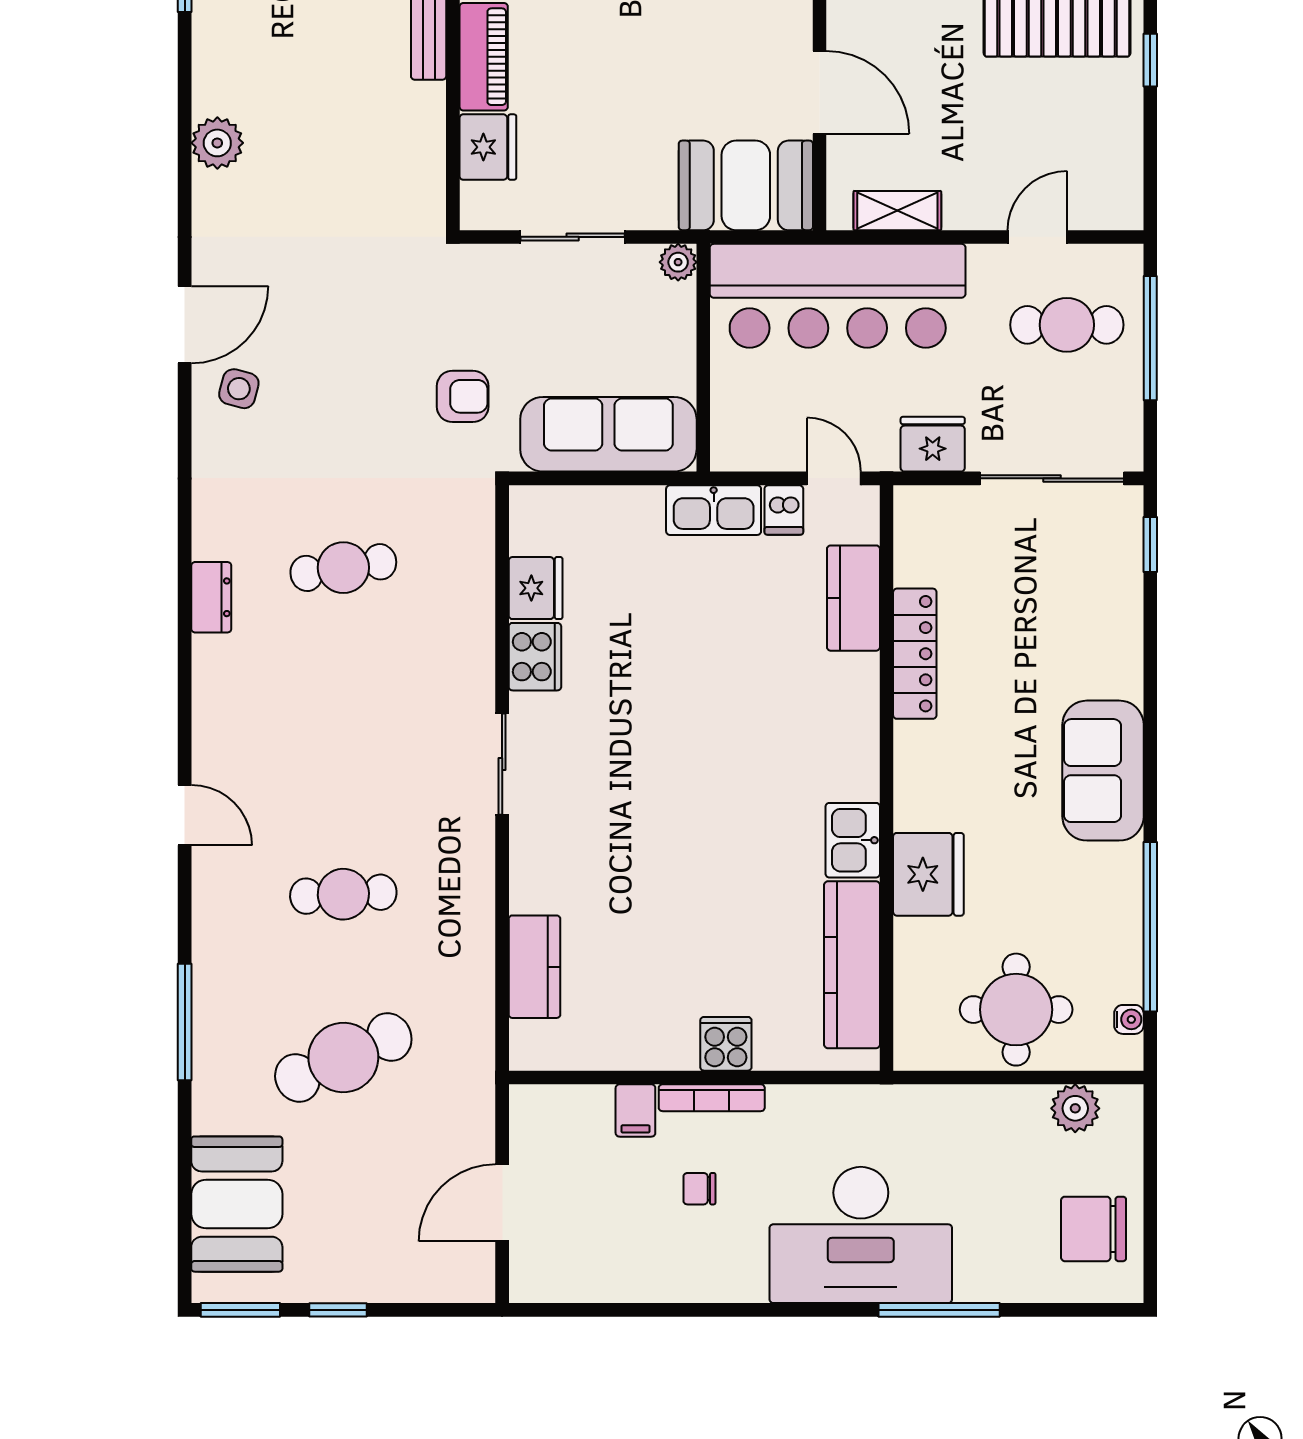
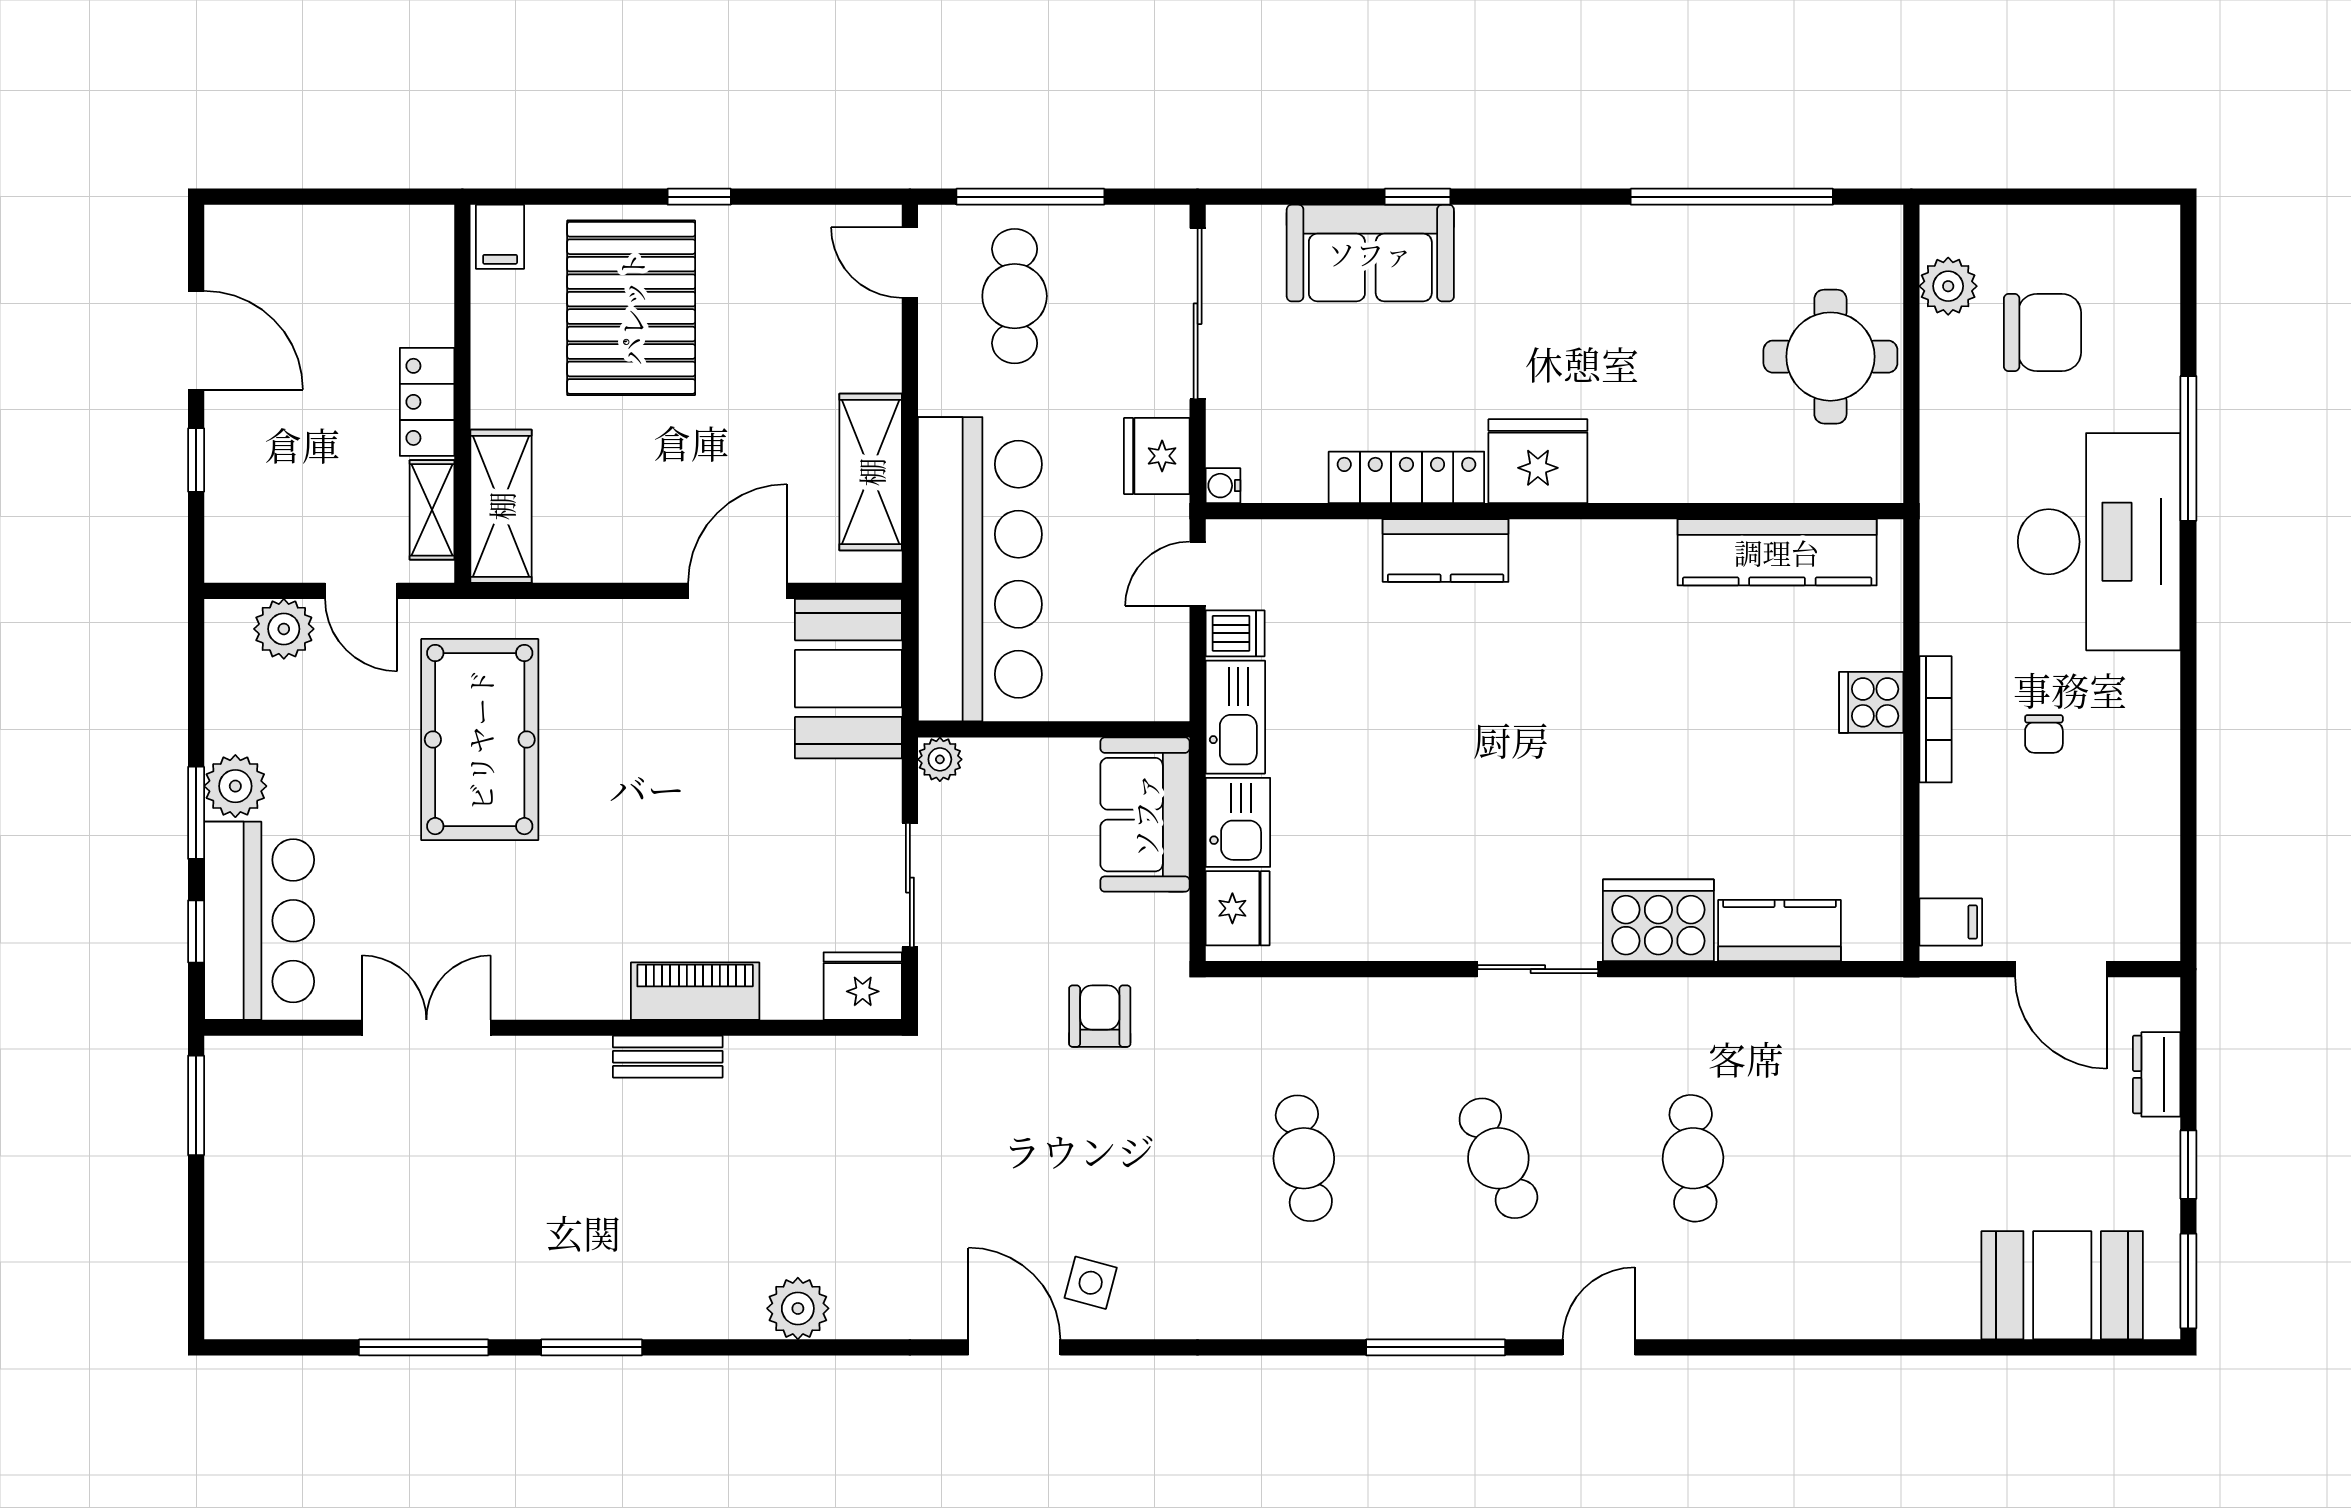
fridge: (488, 147) -> (863, 986), moved
shelving: (897, 211) -> (871, 472), width x1.50, depth x1.33
door: (1037, 237) -> (910, 262), moved
sofa: (608, 434) -> (1145, 815), width x0.73
window: (1150, 544) -> (1418, 197), moved
fridge: (536, 588) -> (1238, 908), moved, turned 90
dresser: (211, 597) -> (2157, 1074), moved, turned -90
kitchen counter: (853, 598) -> (1446, 550), moved
cooker: (535, 657) -> (1658, 920), moved, width x1.37, depth x1.31
sofa: (1103, 771) -> (1370, 253), moved
kitchen sink: (853, 840) -> (1238, 822), moved, turned -90
fridge: (928, 874) -> (1538, 461), moved
water cooler: (1129, 1019) -> (1223, 486), moved, turned -90
window: (185, 1022) -> (1436, 1347), moved
cafe table: (343, 1057) -> (1498, 1158), moved, width x0.73, depth x0.74
filing cabinet: (635, 1110) -> (1951, 922), moved
chair: (1094, 1229) -> (2042, 333), moved, turned -90

